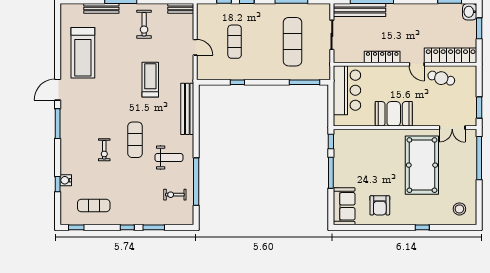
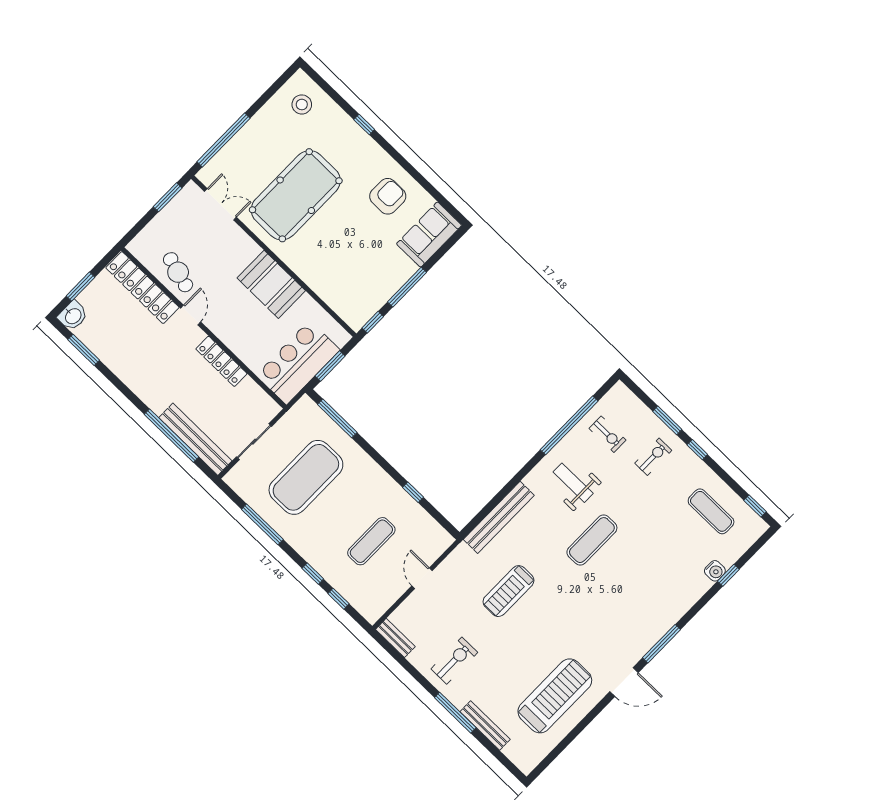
exercise mat: (292, 42) -> (306, 477), width x1.47
window: (331, 103) -> (330, 366), added
exercise bike: (104, 150) -> (653, 457), moved

